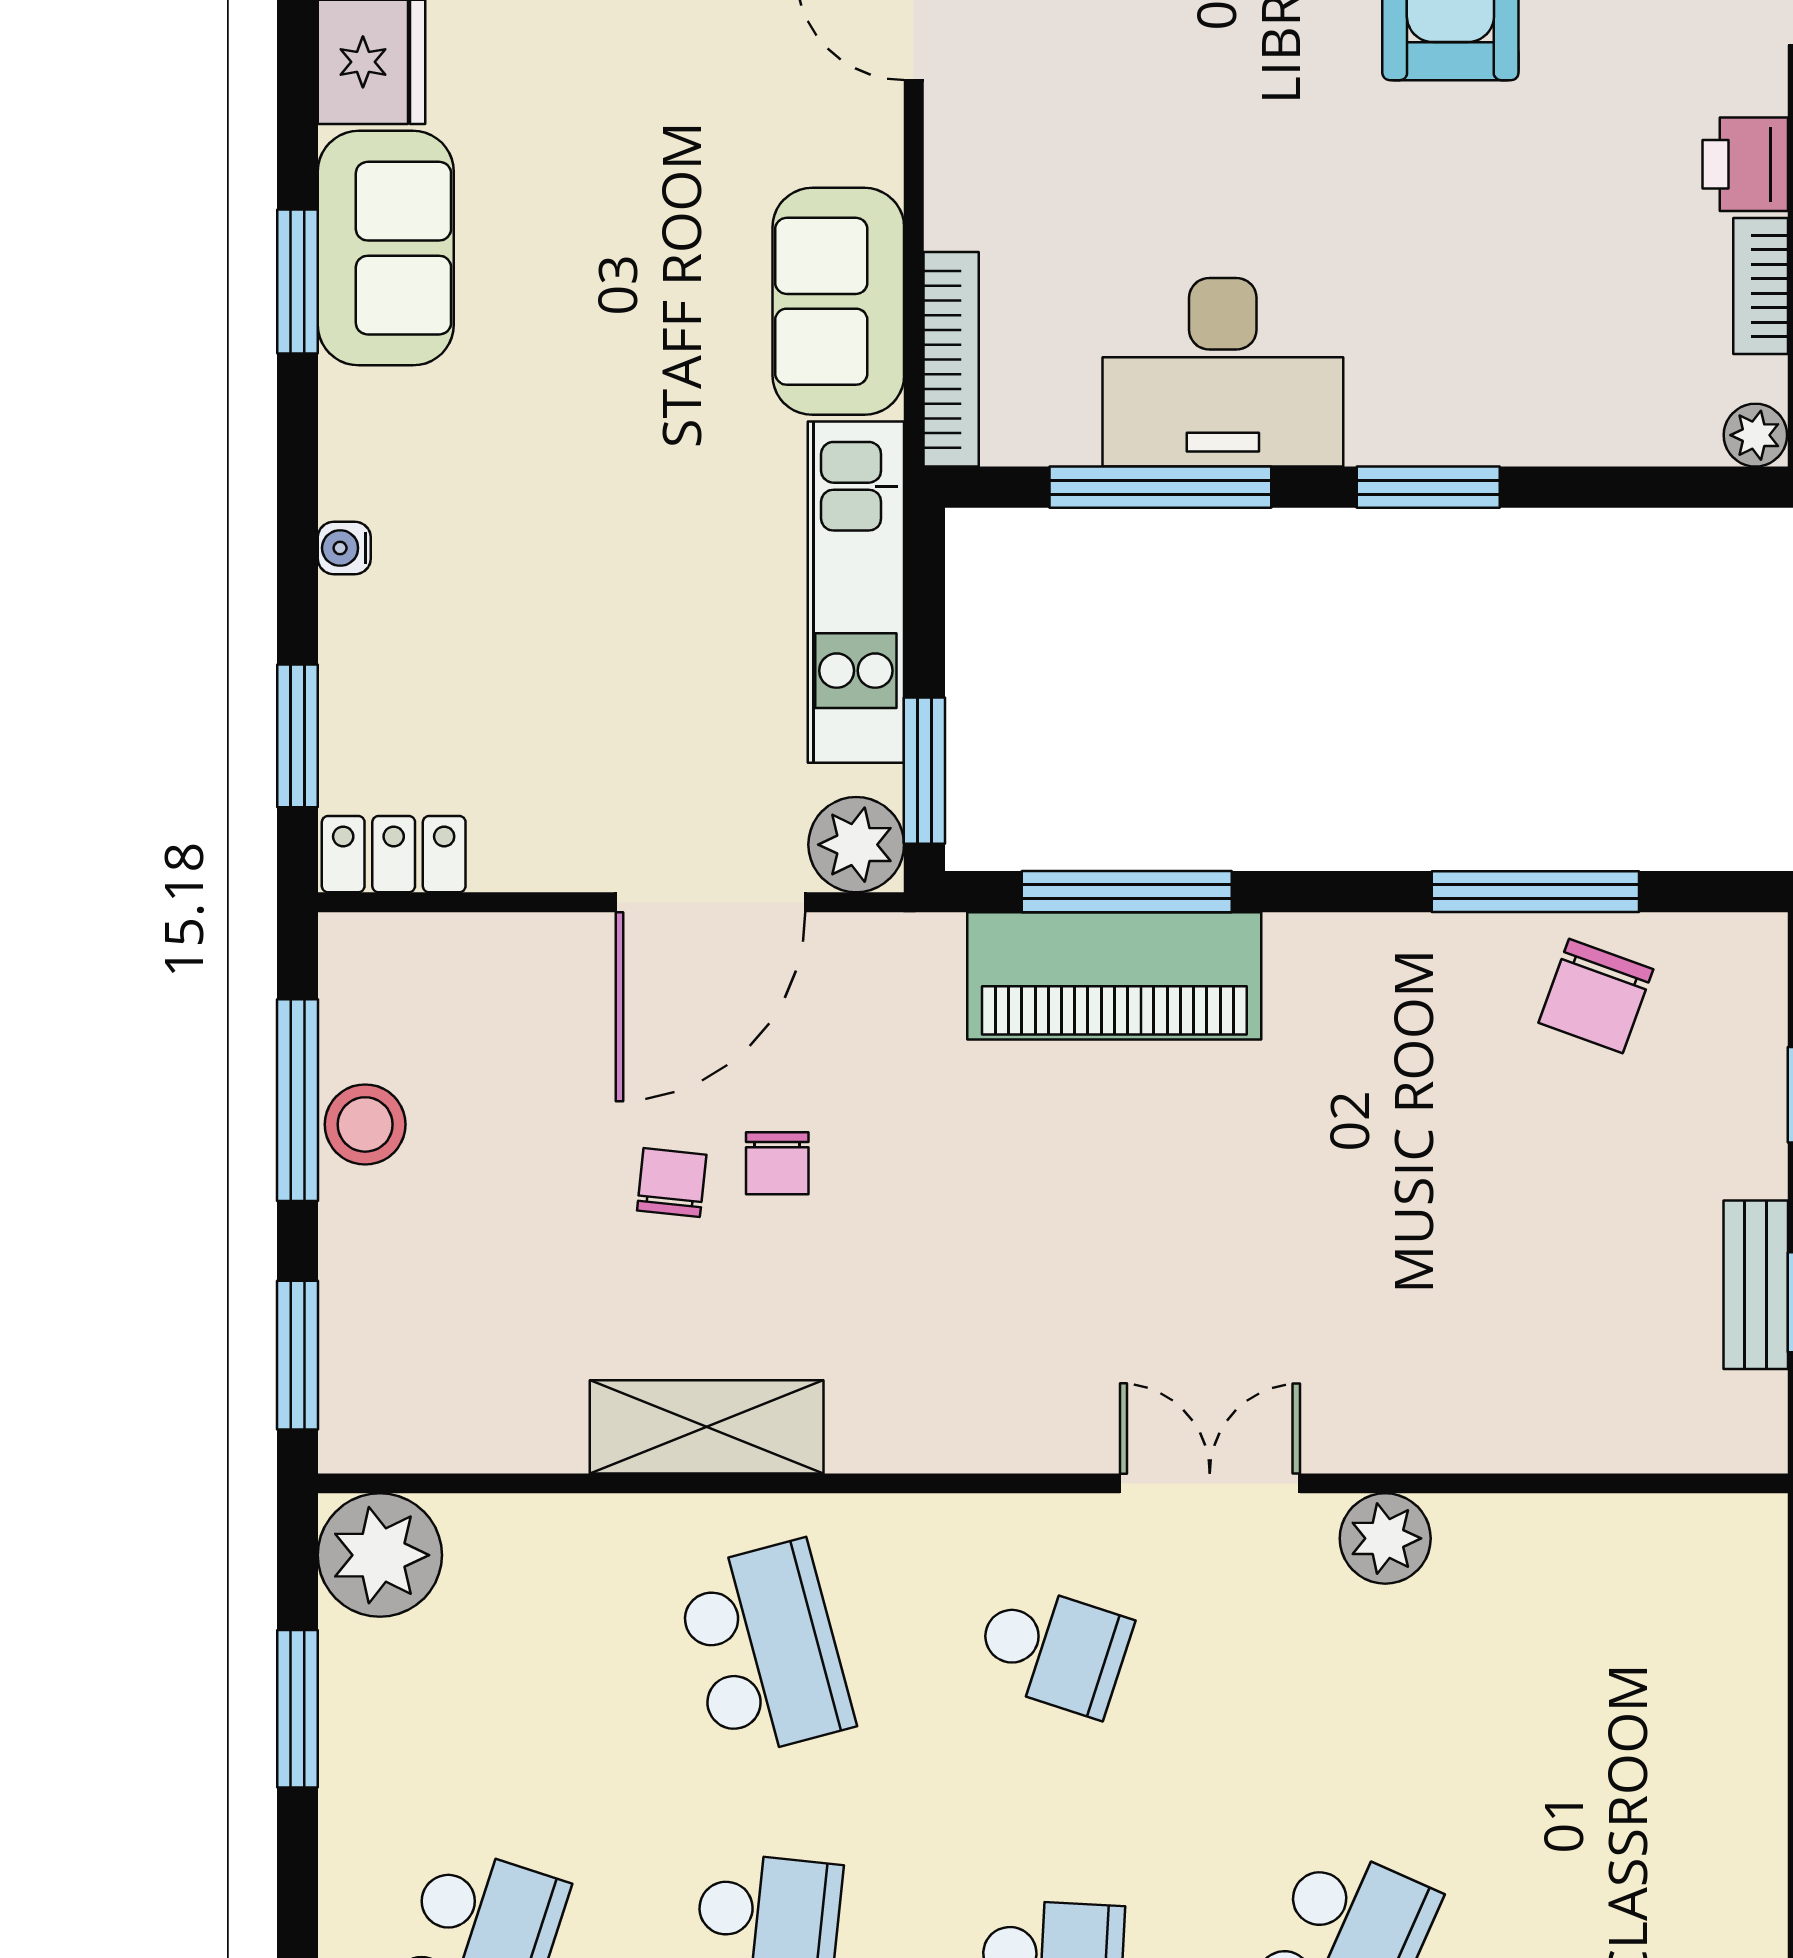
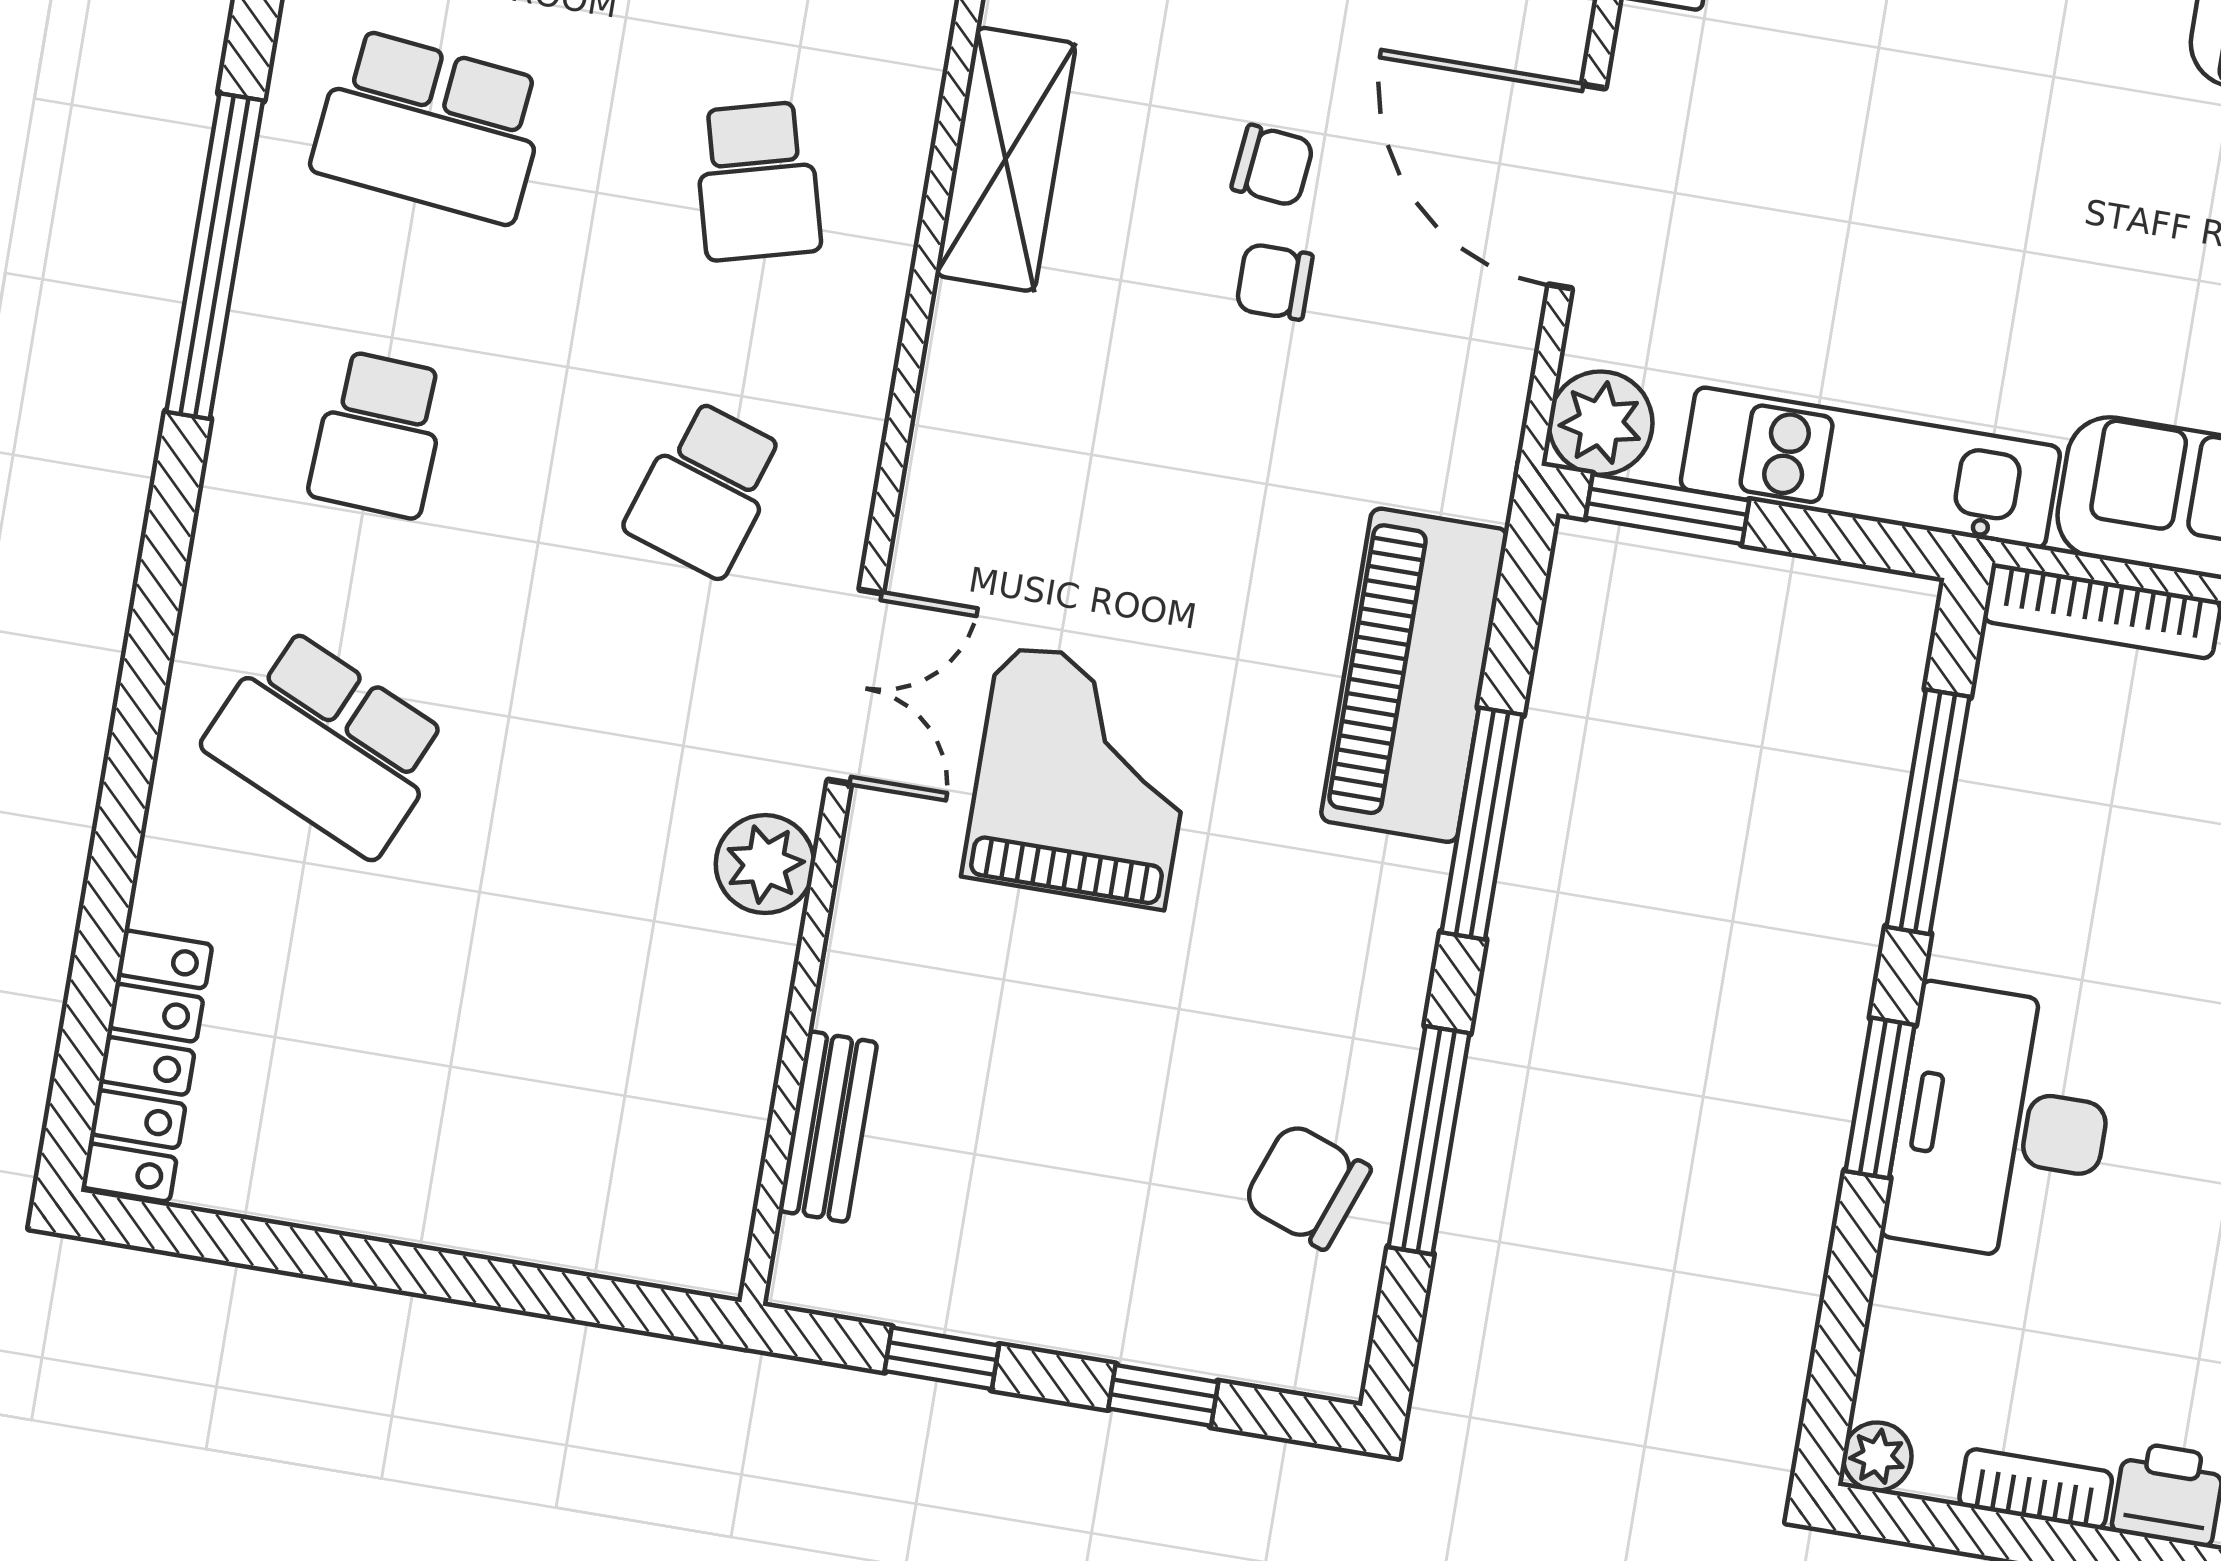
desk: (1223, 372) -> (2002, 1124), moved
window: (1127, 892) -> (1482, 824), moved
door: (710, 902) -> (1577, 186), moved
grand piano: (1257, 1263) -> (1082, 776), added
bench: (1756, 1285) -> (828, 1127), moved, turned 90
school desk: (764, 1649) -> (757, 181), width x0.54

